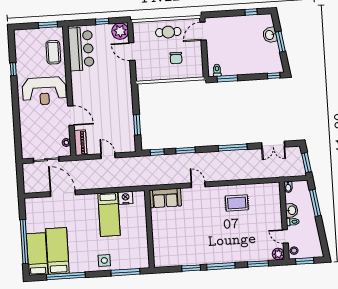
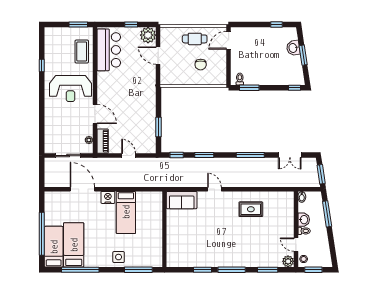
nightstand: (126, 198) -> (108, 197), moved

